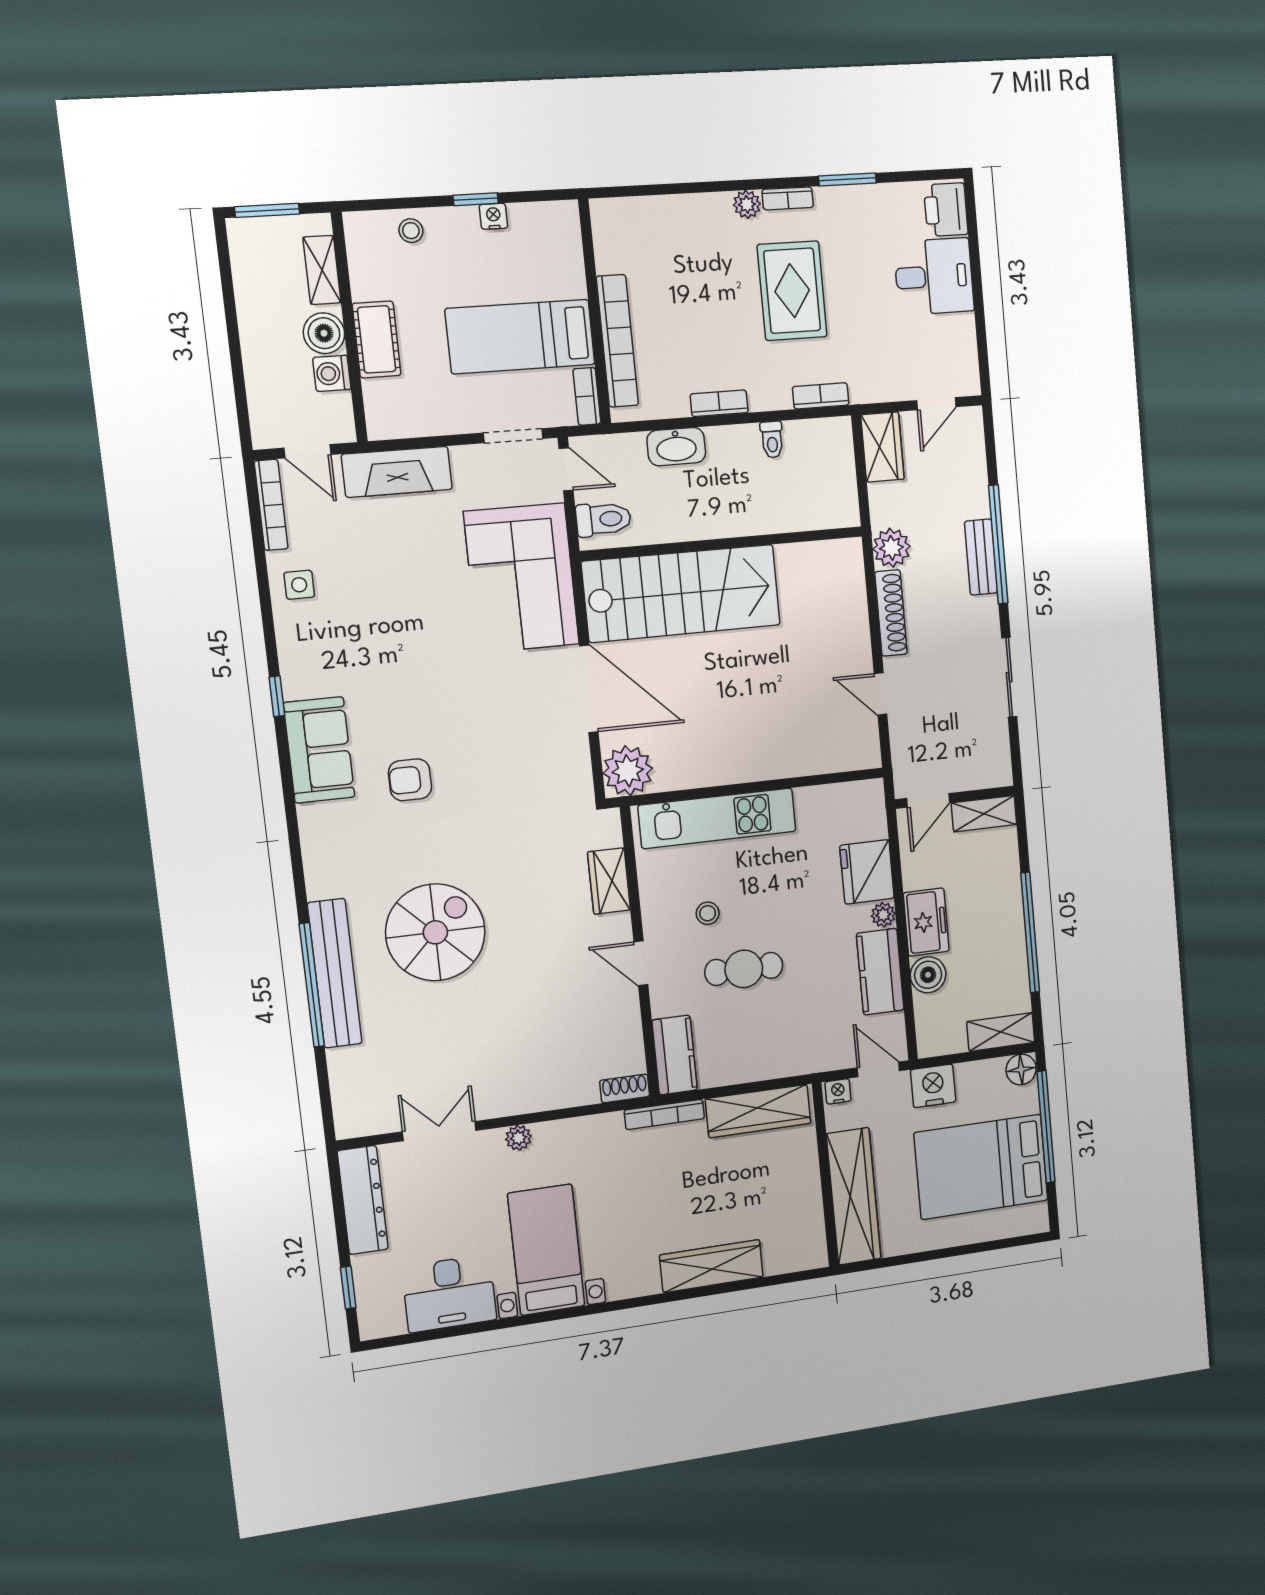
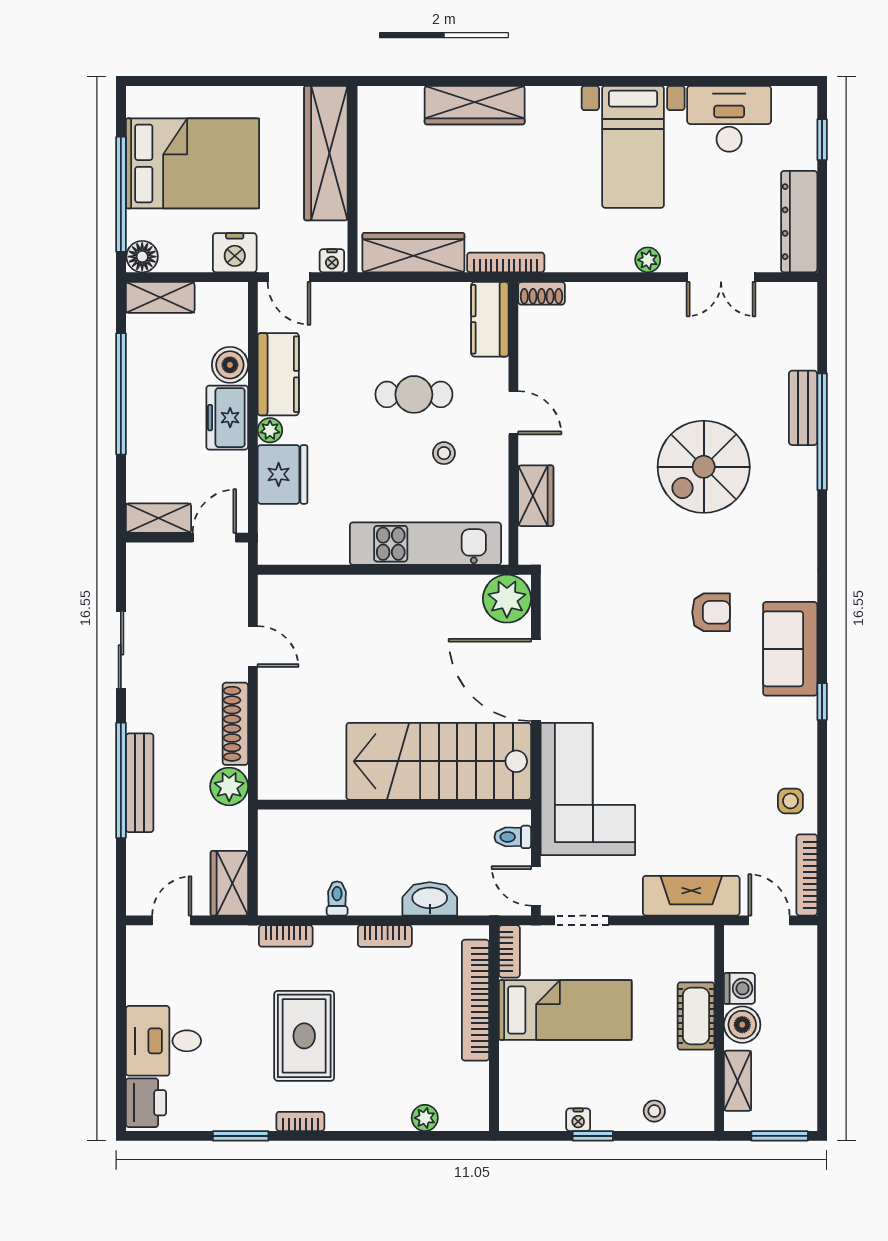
plant: (747, 204) -> (425, 1118), moved
toilet: (603, 519) -> (513, 837), width x0.73, depth x0.72
bench: (981, 557) -> (140, 783), width x1.36
bench: (335, 973) -> (803, 408), width x0.54, depth x0.82

